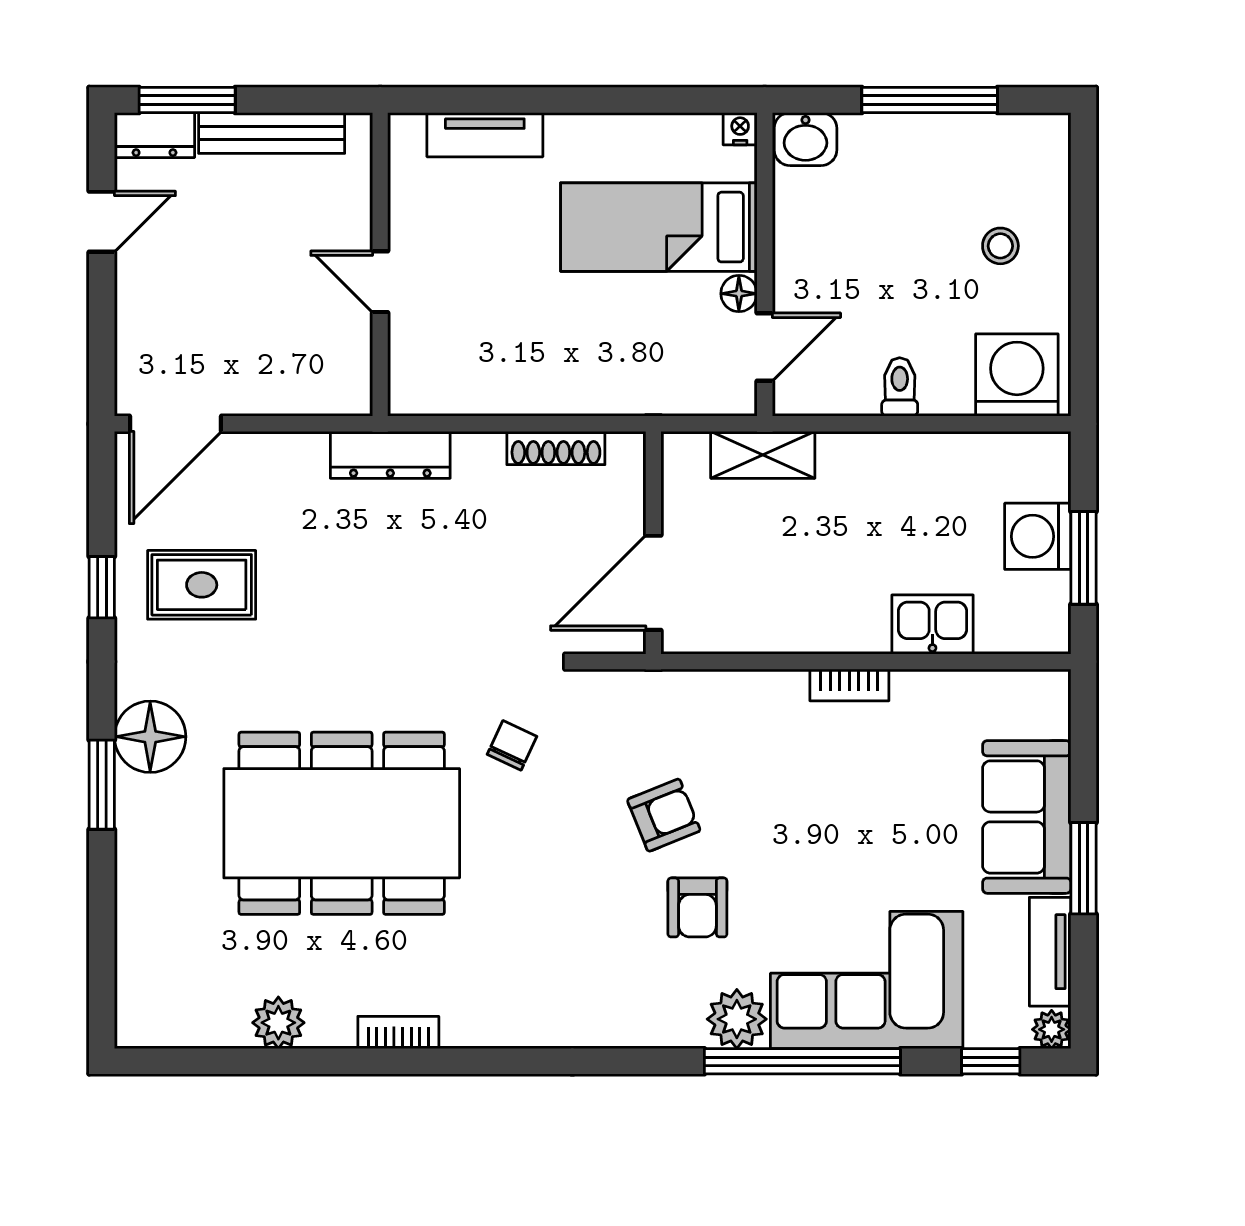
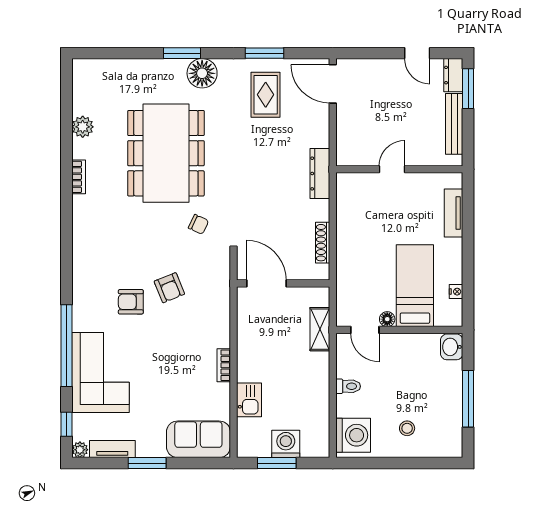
nightstand: (740, 129) -> (456, 292), moved
window: (102, 587) -> (265, 53), width x1.50
sofa: (1027, 817) -> (198, 439), moved
plant: (737, 1019) -> (84, 318), removed

